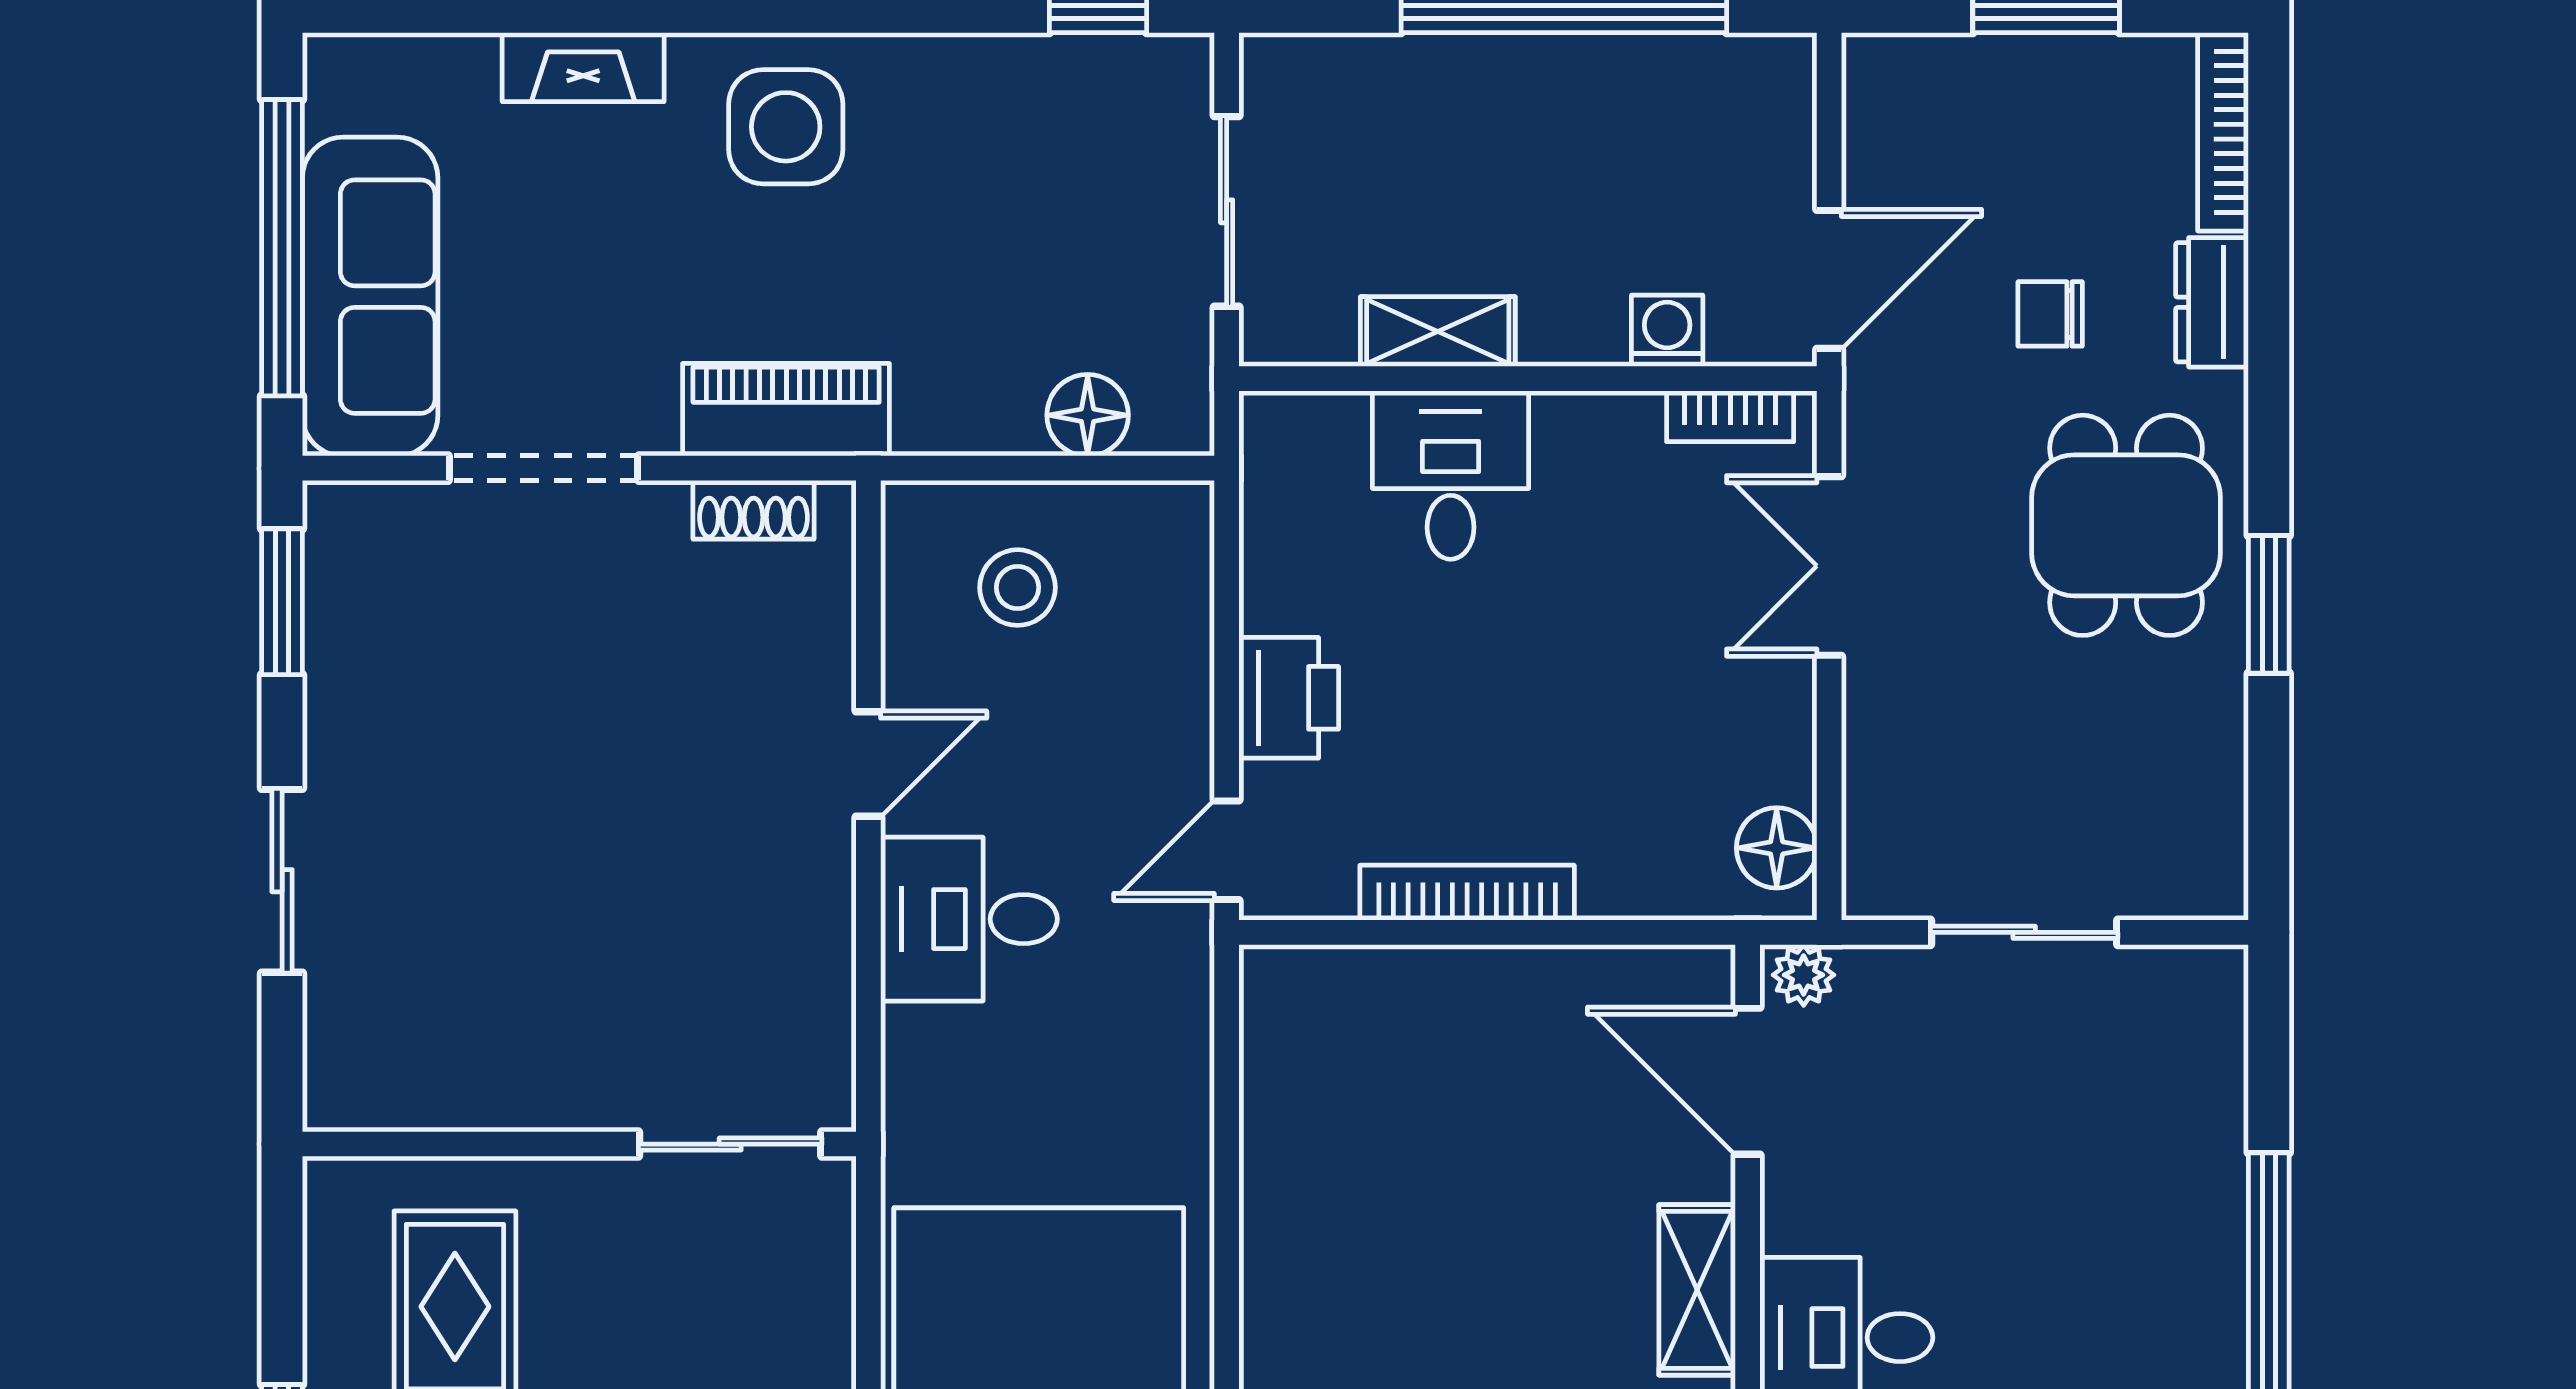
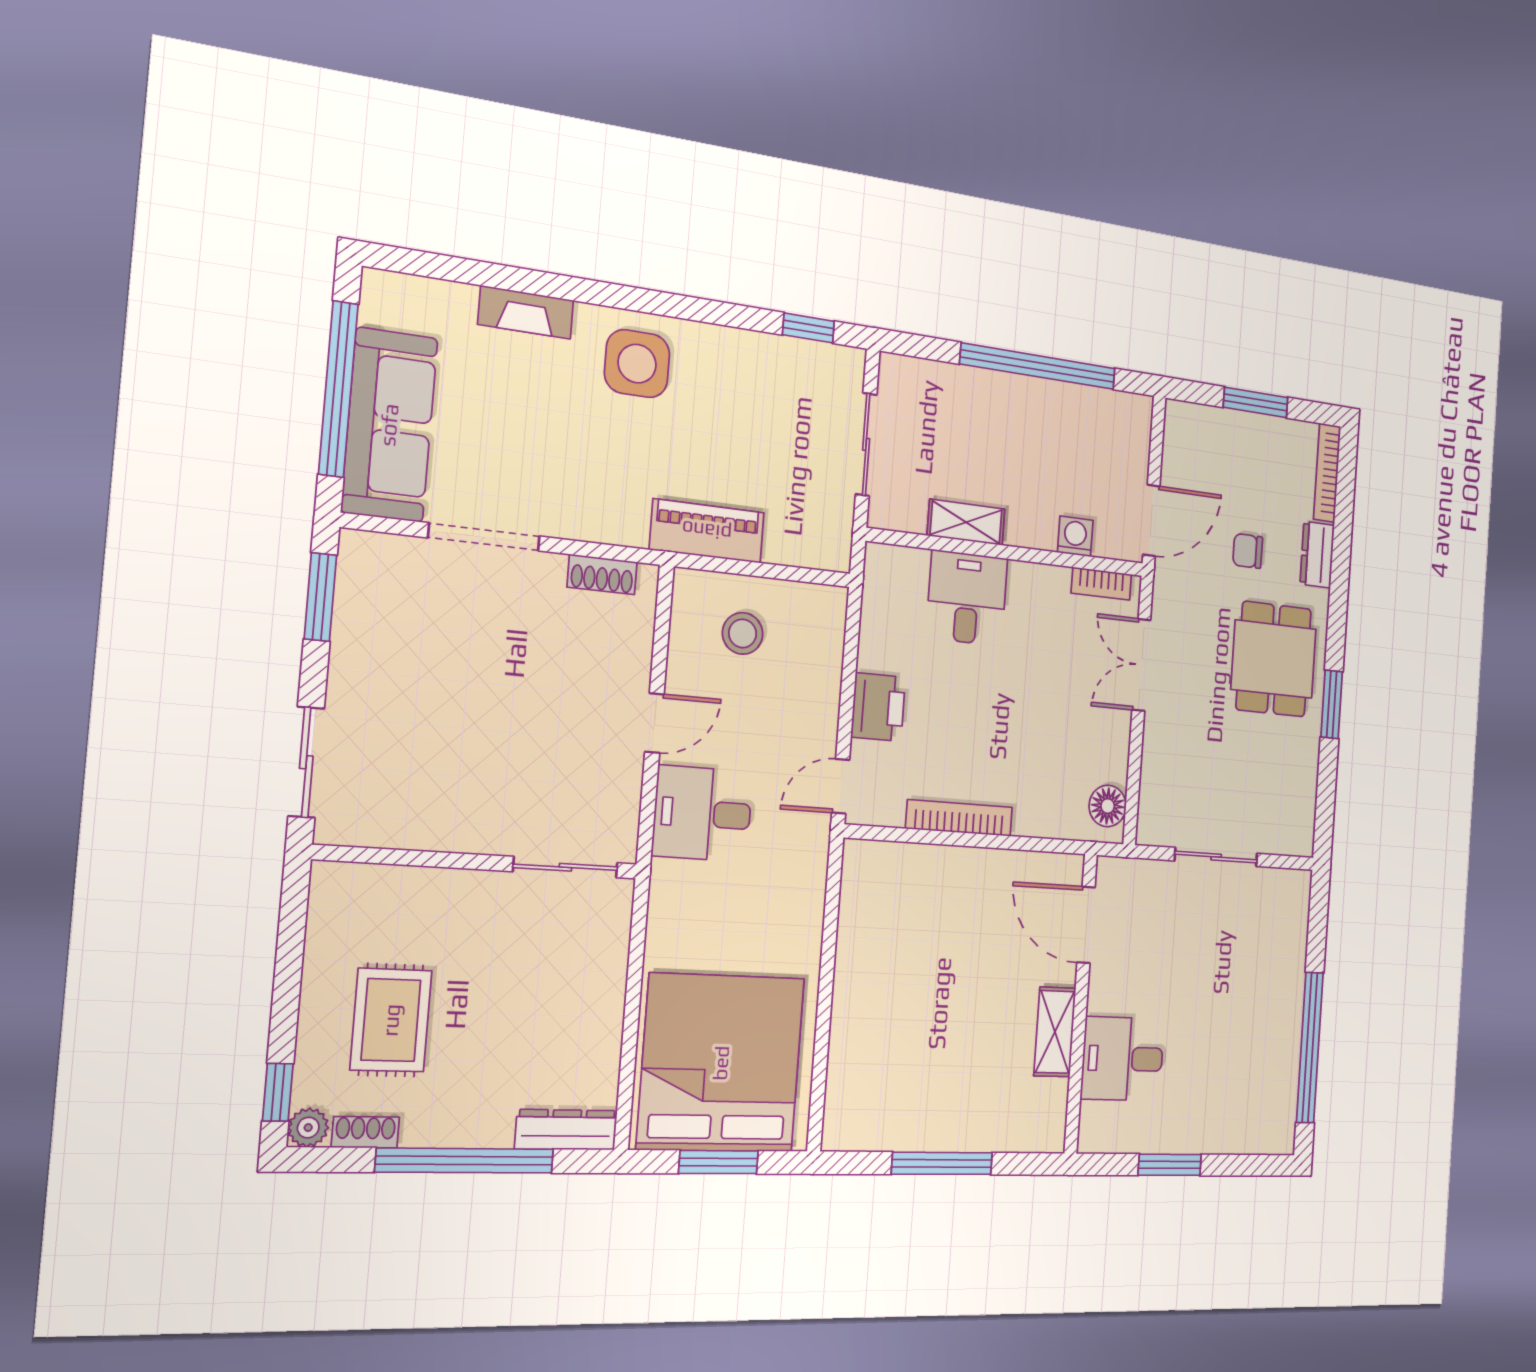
piano: (786, 410) -> (707, 531), moved
floor lamp: (1088, 415) -> (787, 544), removed
plant: (1804, 975) -> (1116, 872), removed
wall: (579, 1144) -> (478, 862), moved
sliding door: (730, 1144) -> (566, 867), moved

